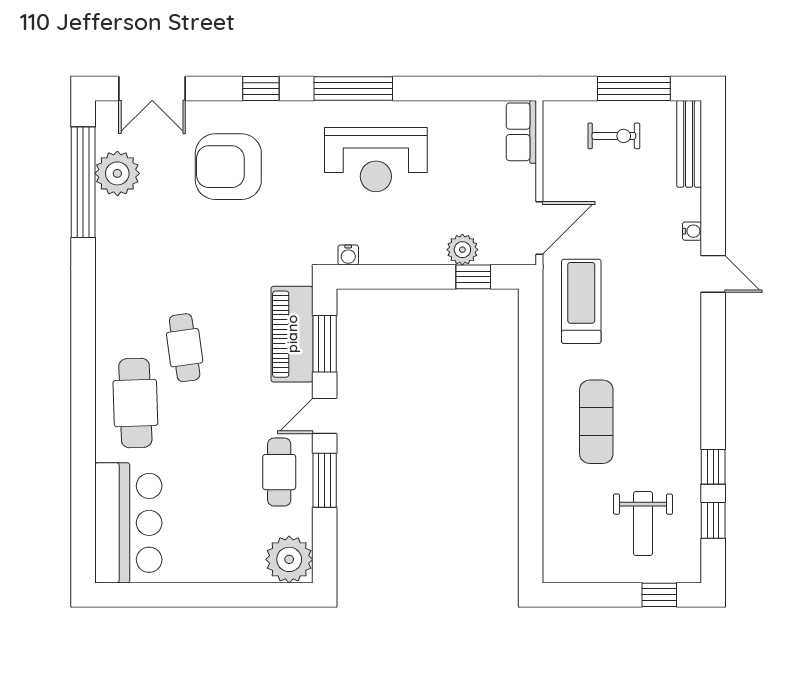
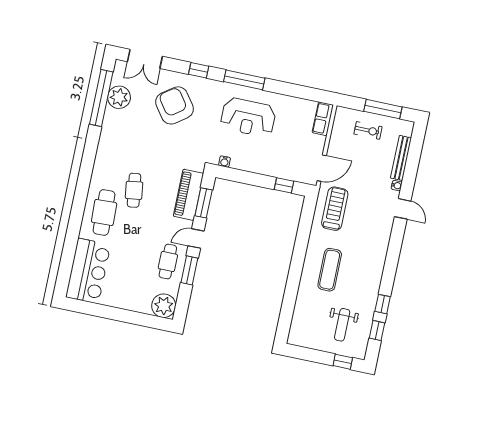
bench: (689, 144) -> (401, 158), moved
armchair: (228, 167) -> (174, 105), turned 54
plant: (462, 250) -> (281, 171), removed

